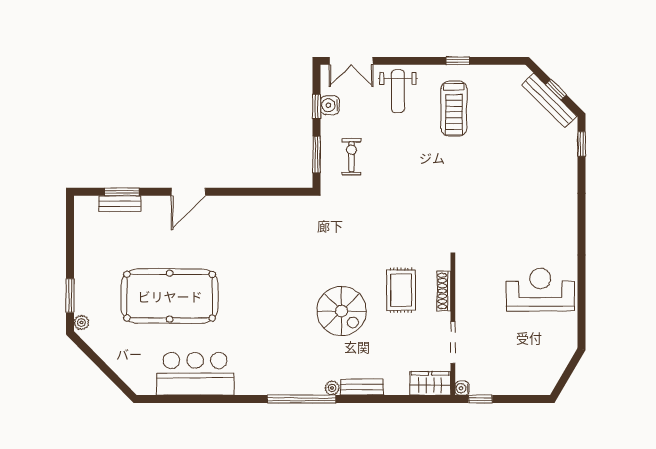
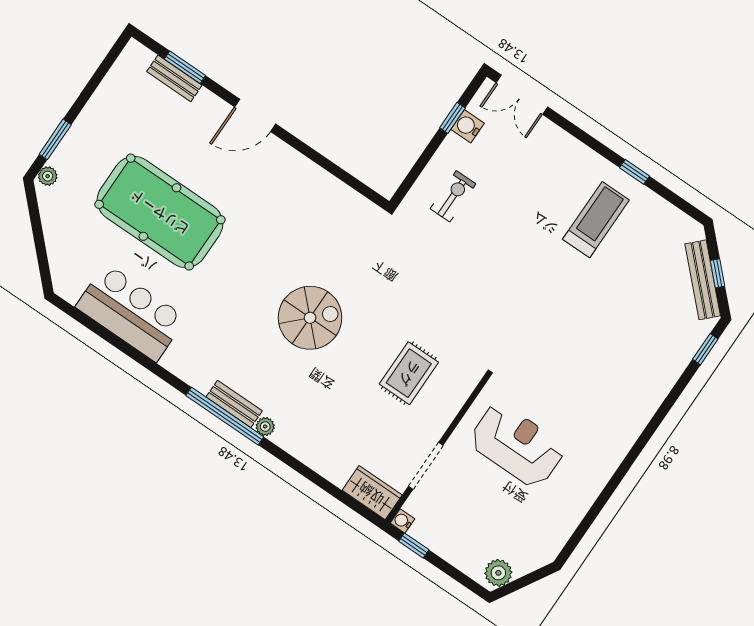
weight bench: (398, 91) -> (549, 161), removed
treadmill: (454, 109) -> (596, 220), turned 180
window: (317, 154) -> (418, 169), removed
reception desk: (540, 290) -> (517, 445), moved
shoe rack: (444, 291) -> (453, 405), removed
spiral stairs: (342, 311) -> (310, 318), moved, turned -90
plant: (547, 379) -> (498, 573), added
bench: (362, 387) -> (234, 404), moved

